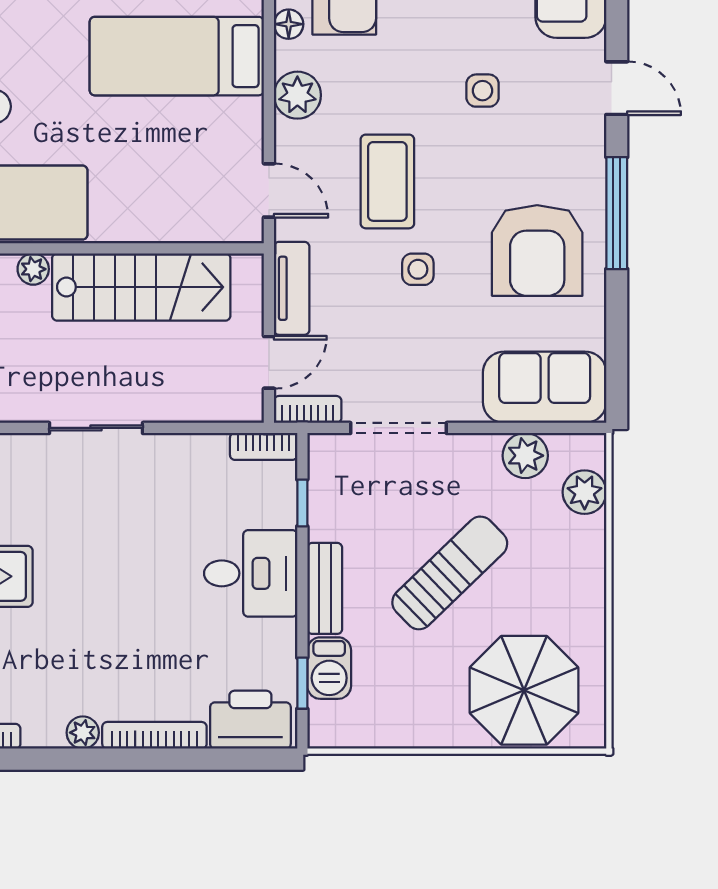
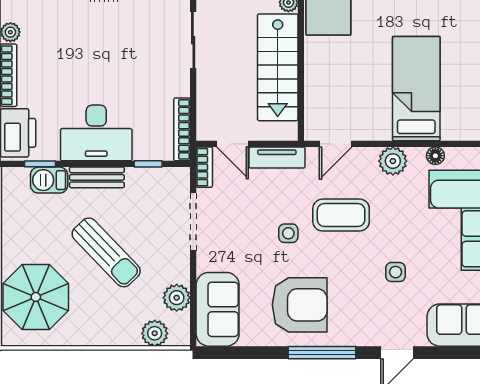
armchair: (537, 251) -> (300, 305), turned 180
bookcase: (264, 446) -> (182, 129), width x1.56
desk: (251, 573) -> (96, 133), width x1.37

